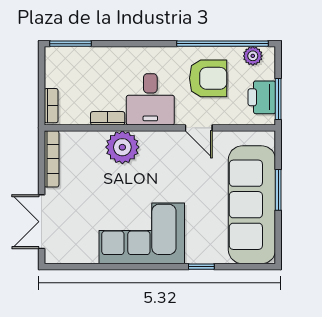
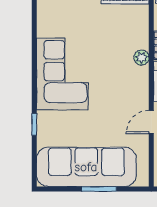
plant: (122, 147) -> (141, 58), width x0.53, depth x0.53

